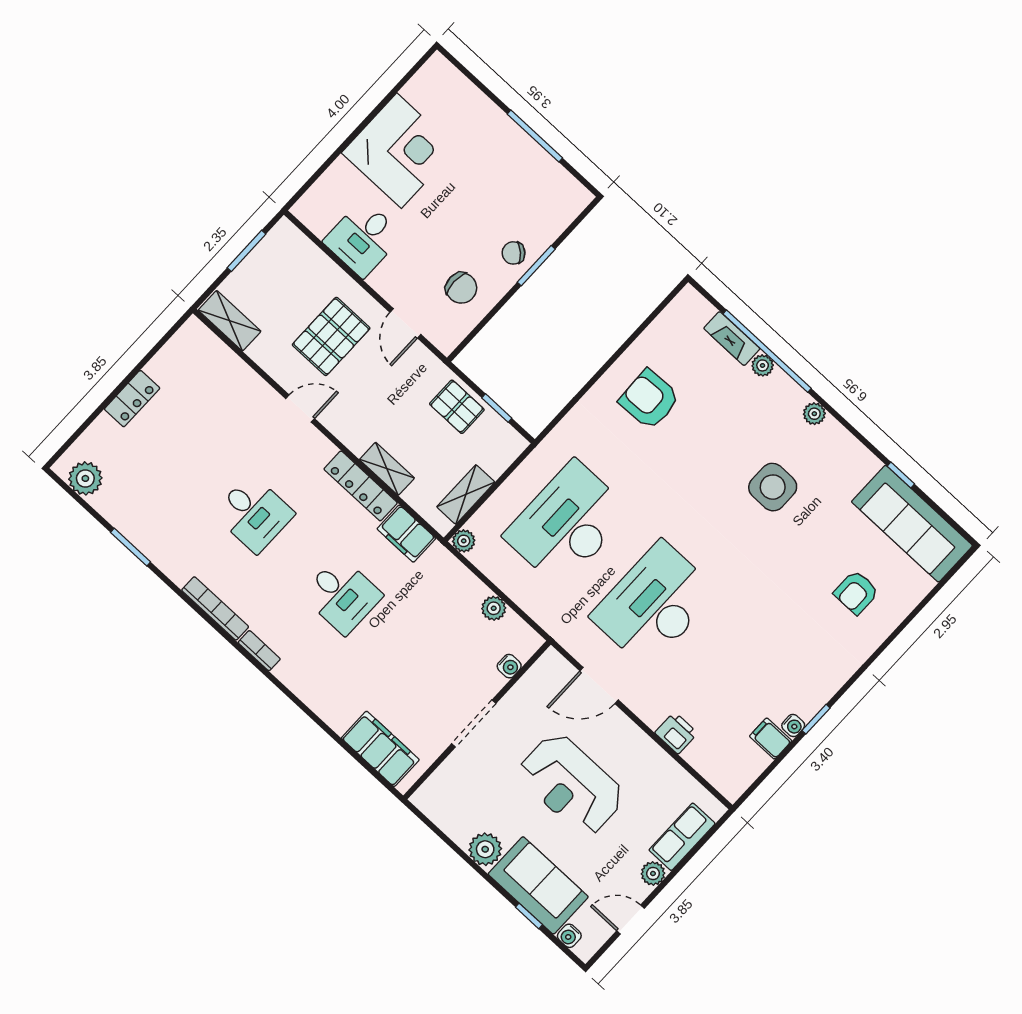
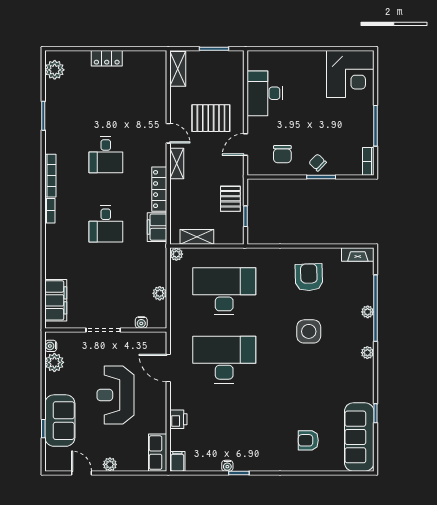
corner desk: (399, 151) -> (350, 74), moved
bookcase: (572, 187) -> (368, 161), added
desk: (363, 238) -> (265, 93), width x1.37
fireplace: (732, 339) -> (358, 255), moved, turned -90
shelving: (387, 469) -> (177, 163), moved
side table: (773, 487) -> (309, 331), moved
filing cabinet: (771, 739) -> (177, 461), moved
row of seats: (682, 837) -> (158, 453), moved, turned -90
plant: (485, 849) -> (54, 362), moved
water cooler: (569, 936) -> (51, 346), moved

